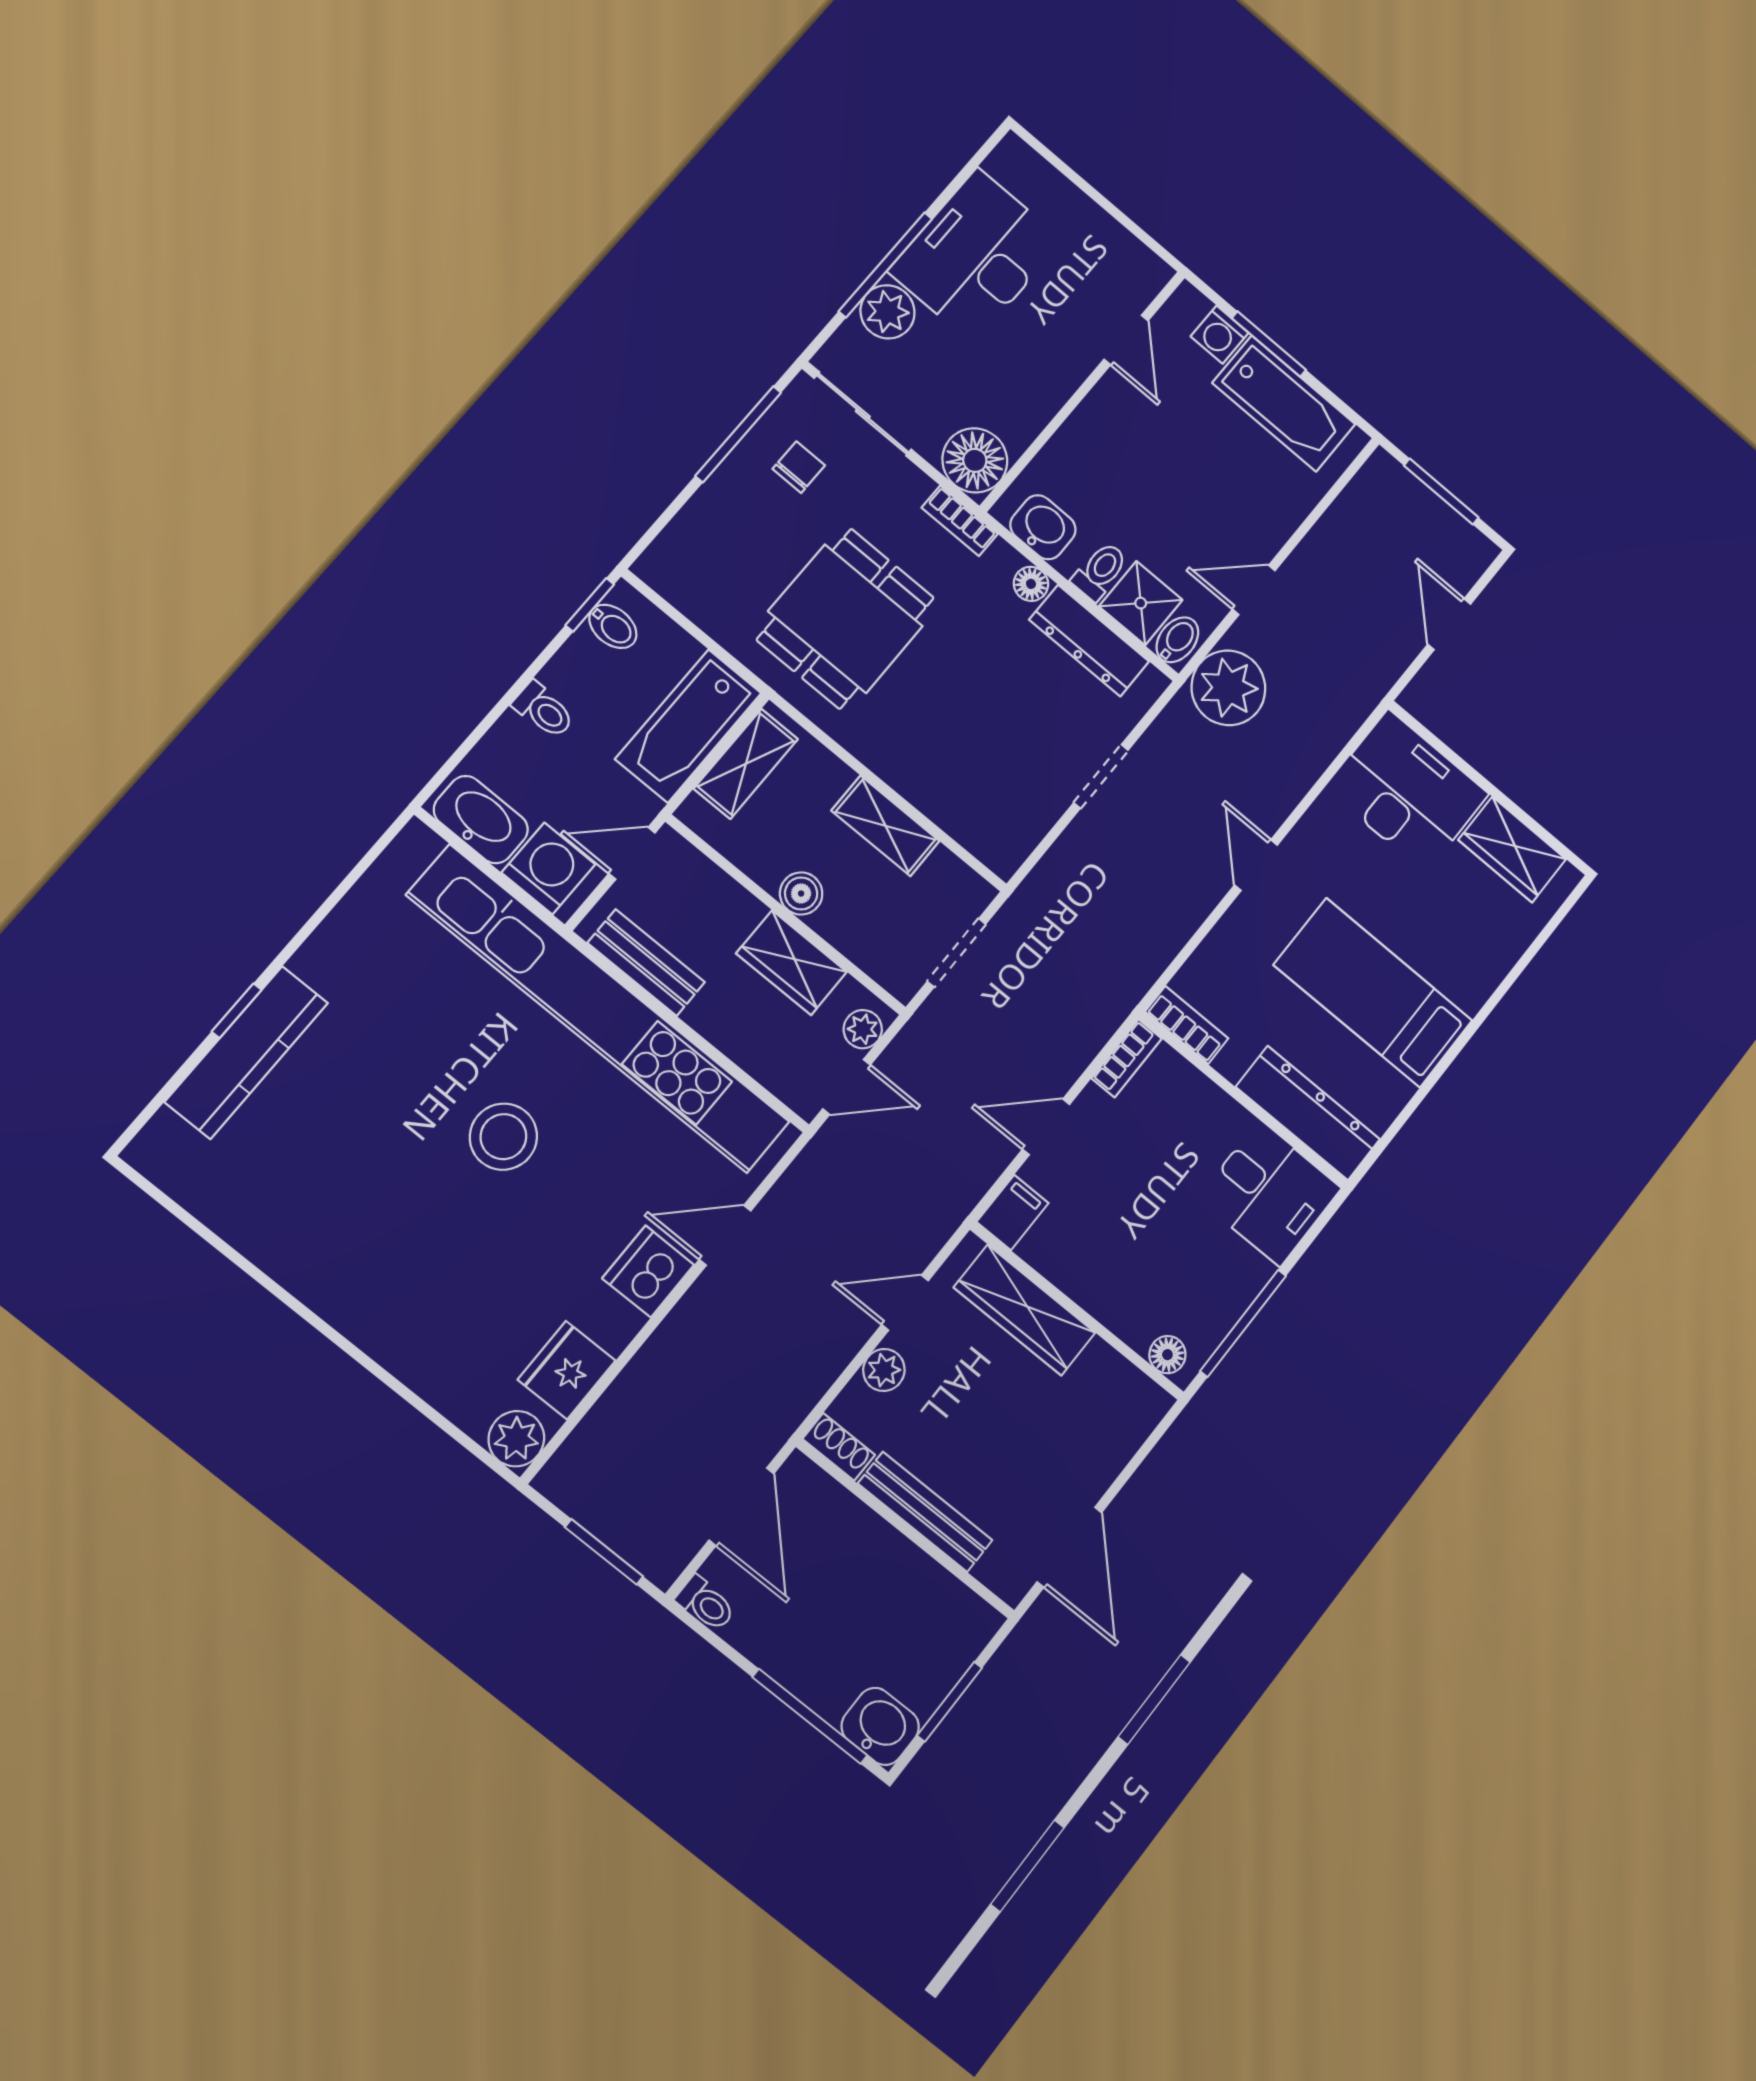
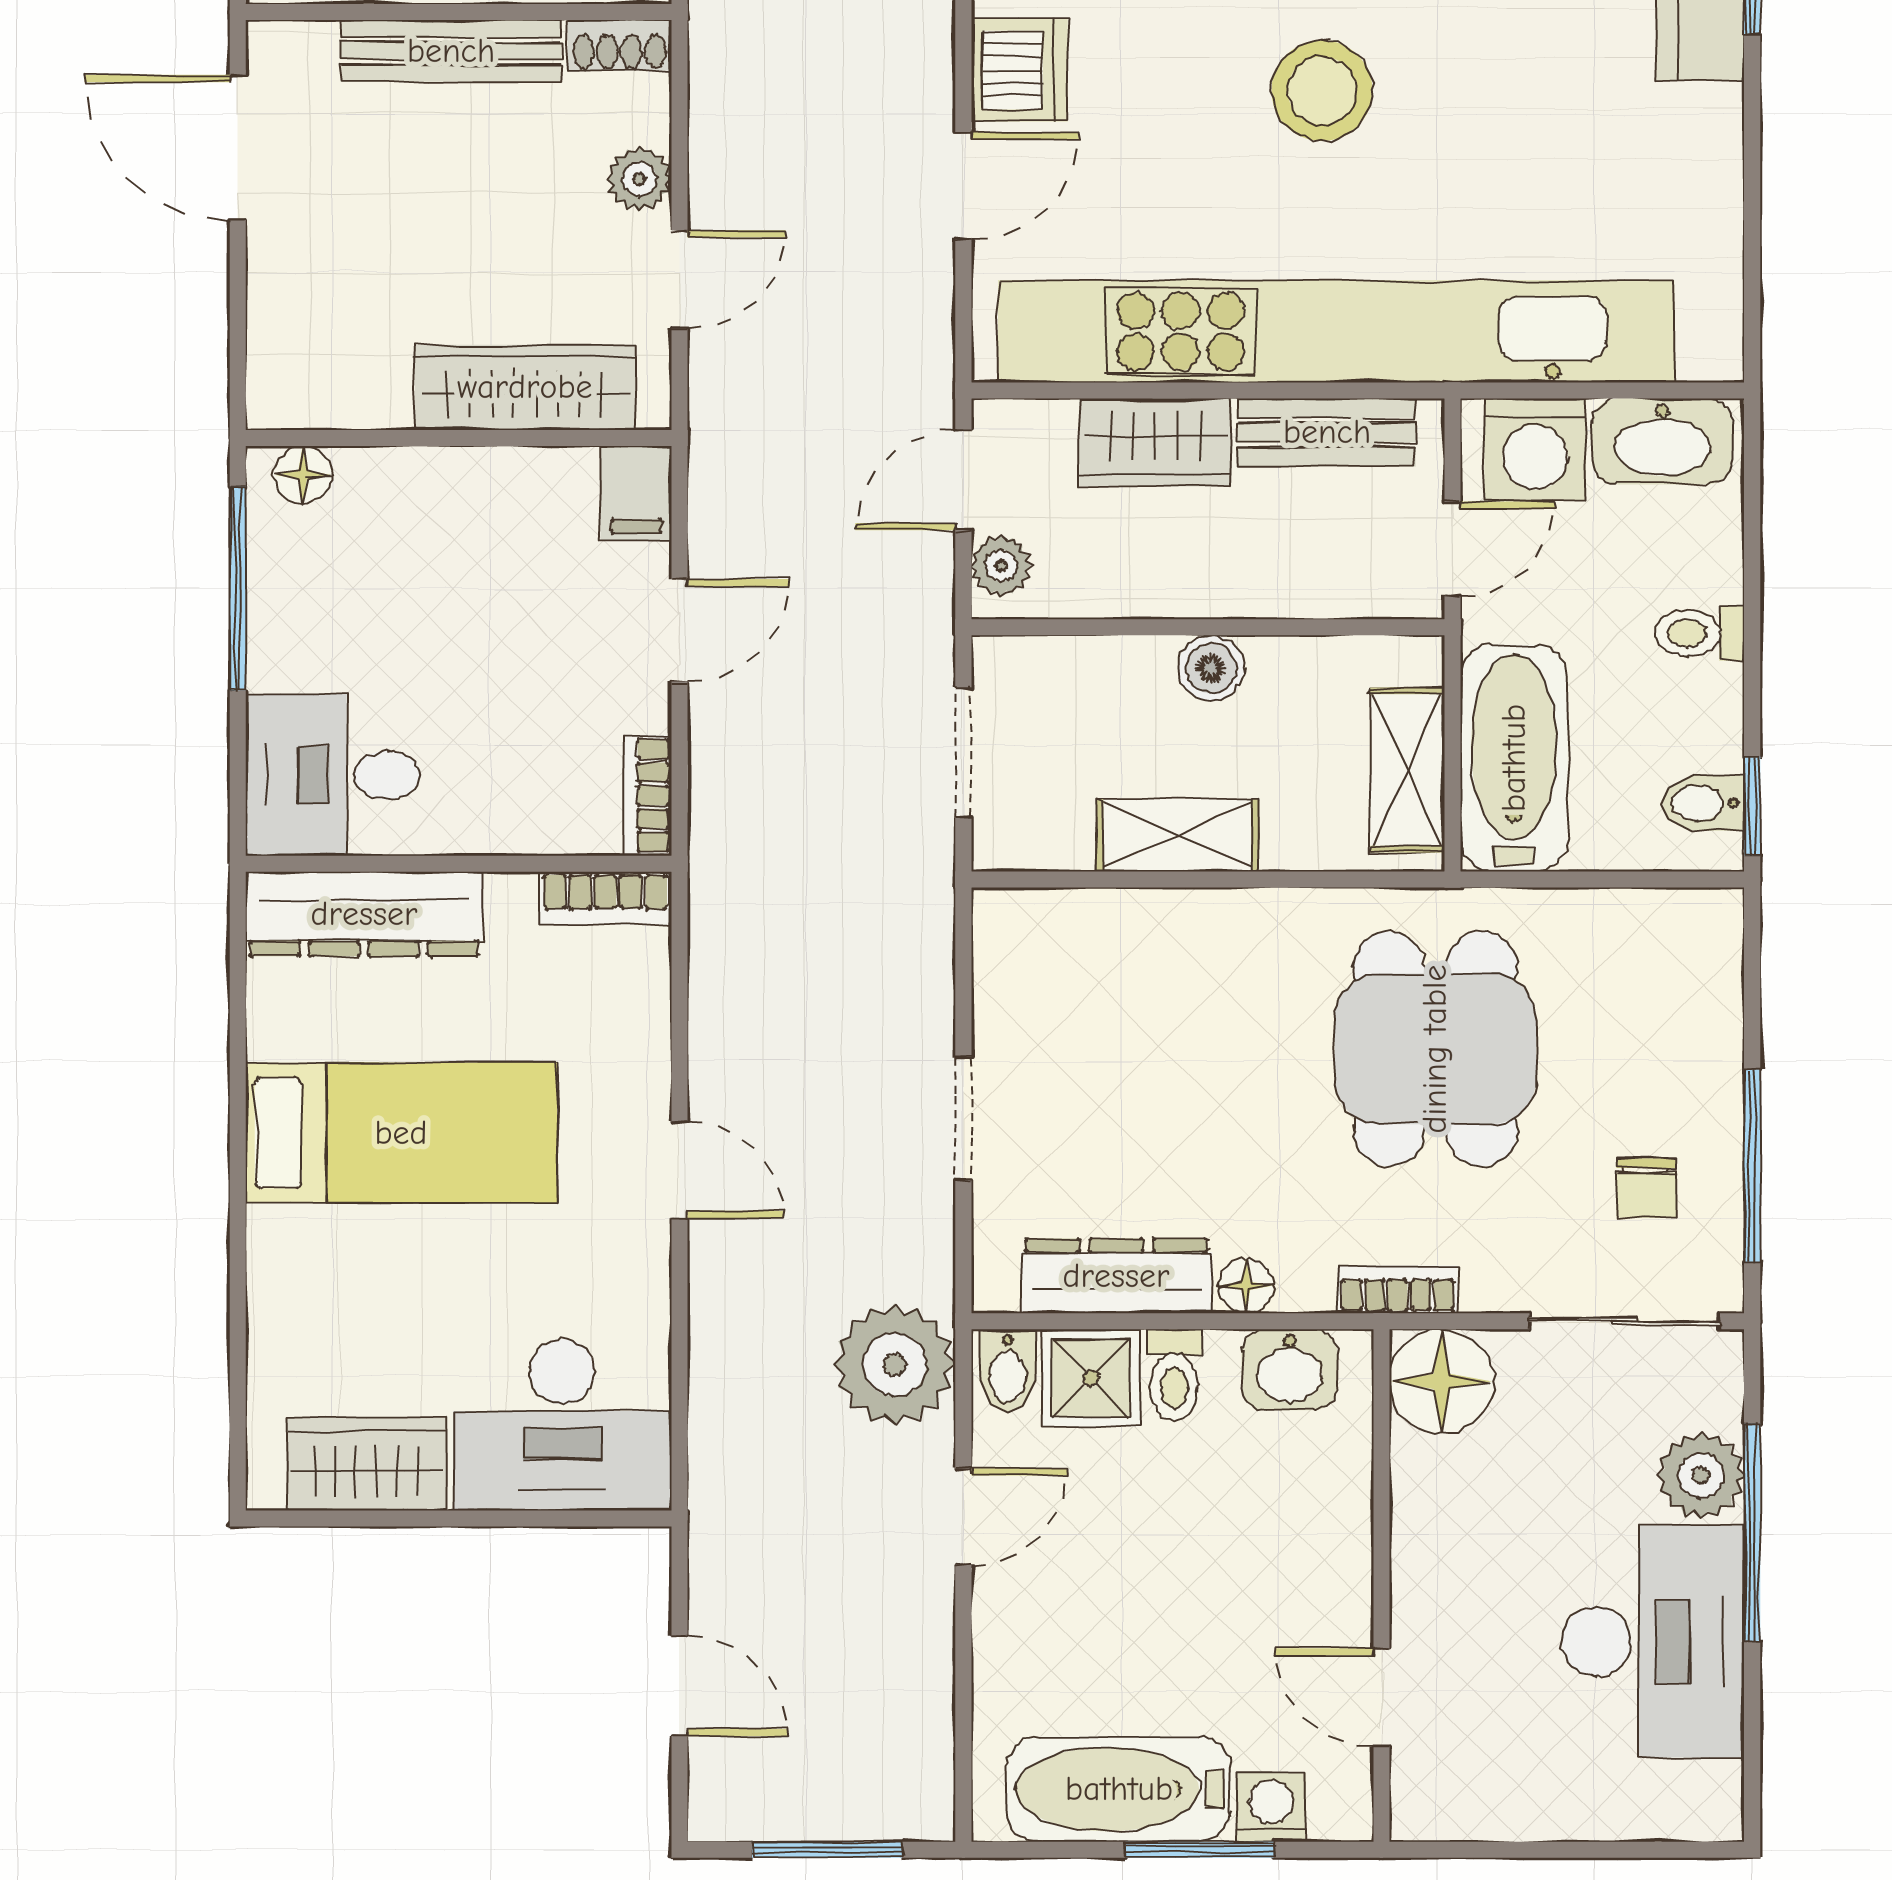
wardrobe: (792, 963) -> (1155, 442), moved, turned 180

